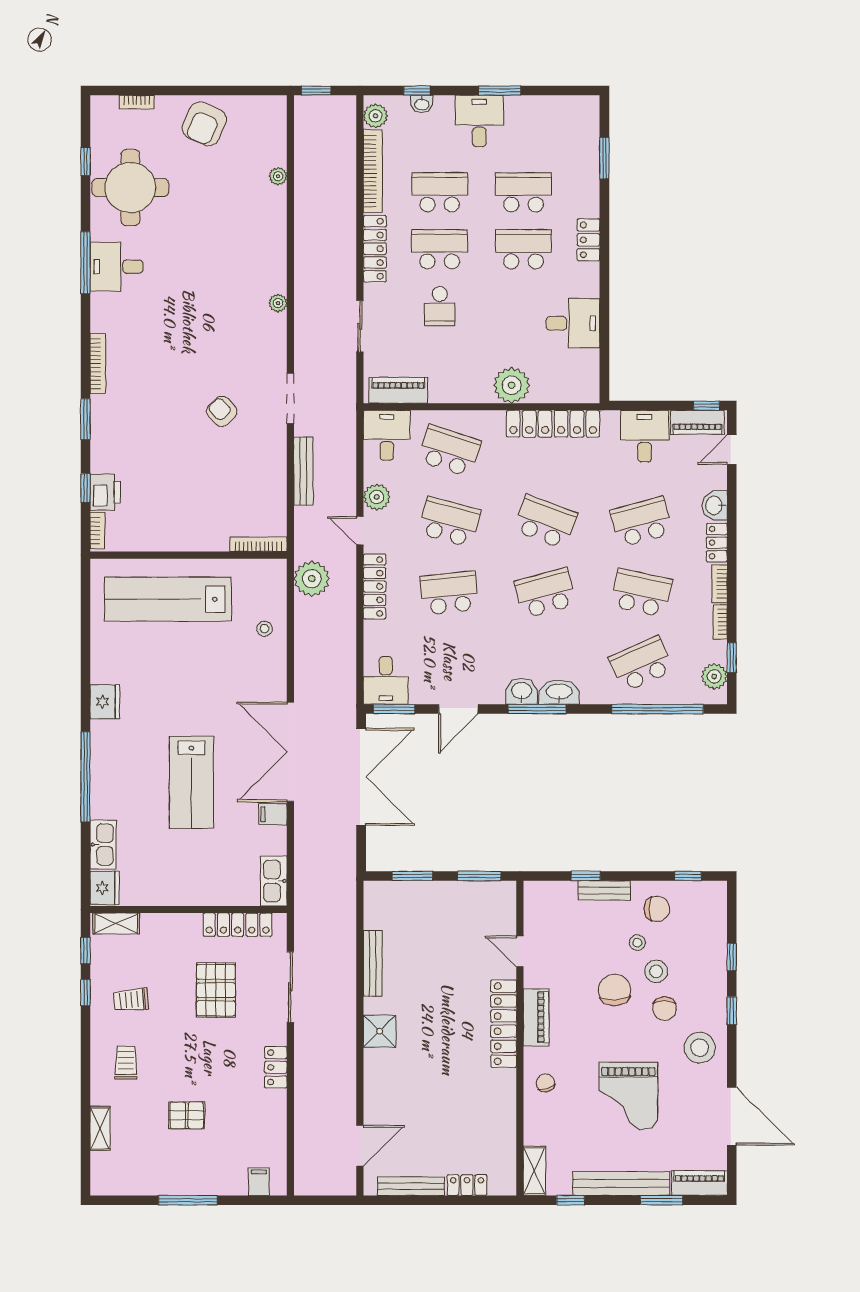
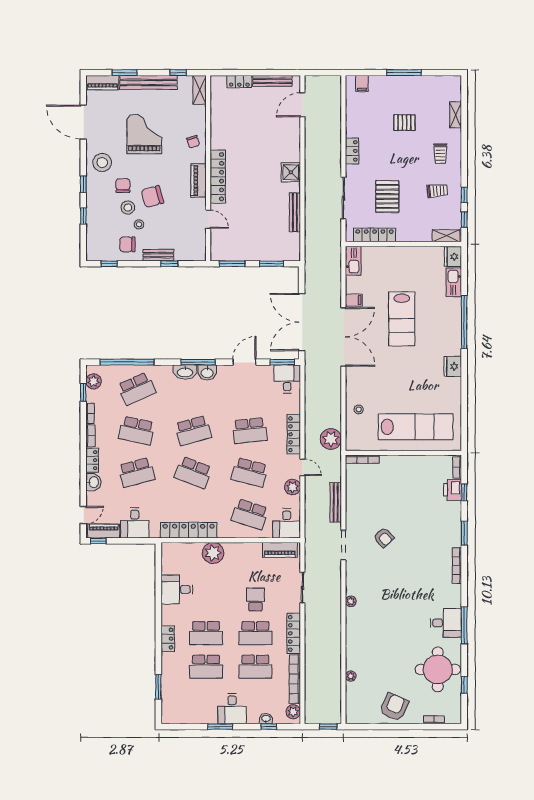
lab bench: (191, 782) -> (402, 319), turned 180
chair: (614, 990) -> (152, 197), turned 78

